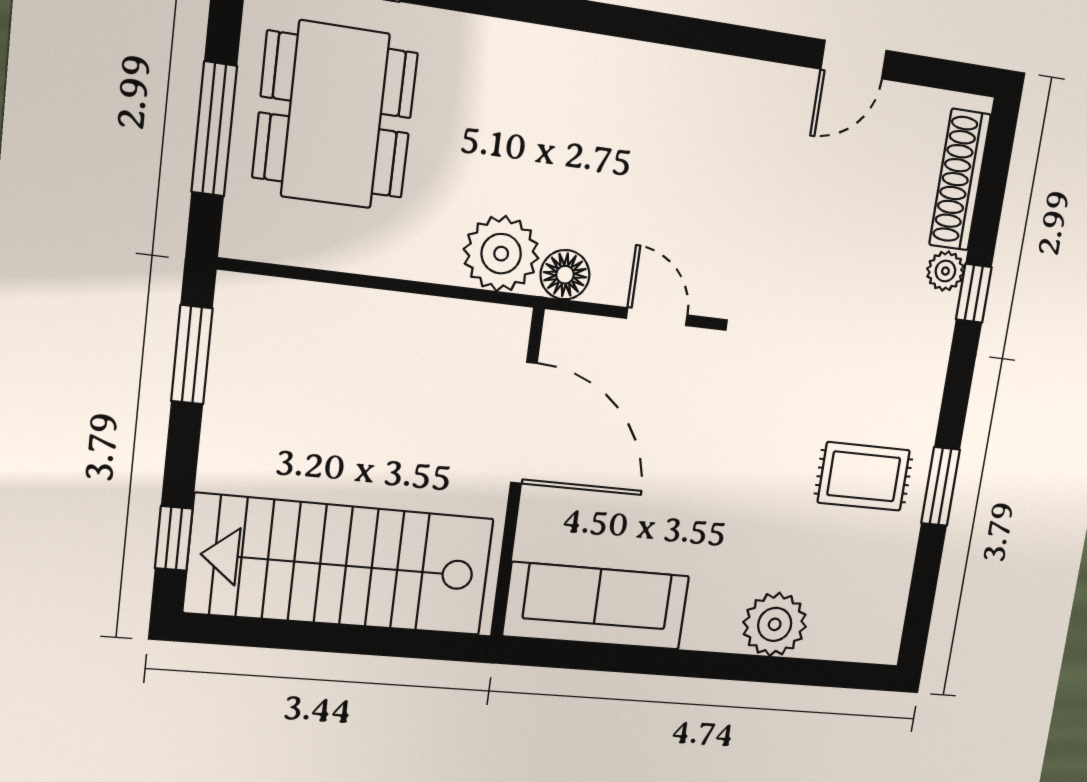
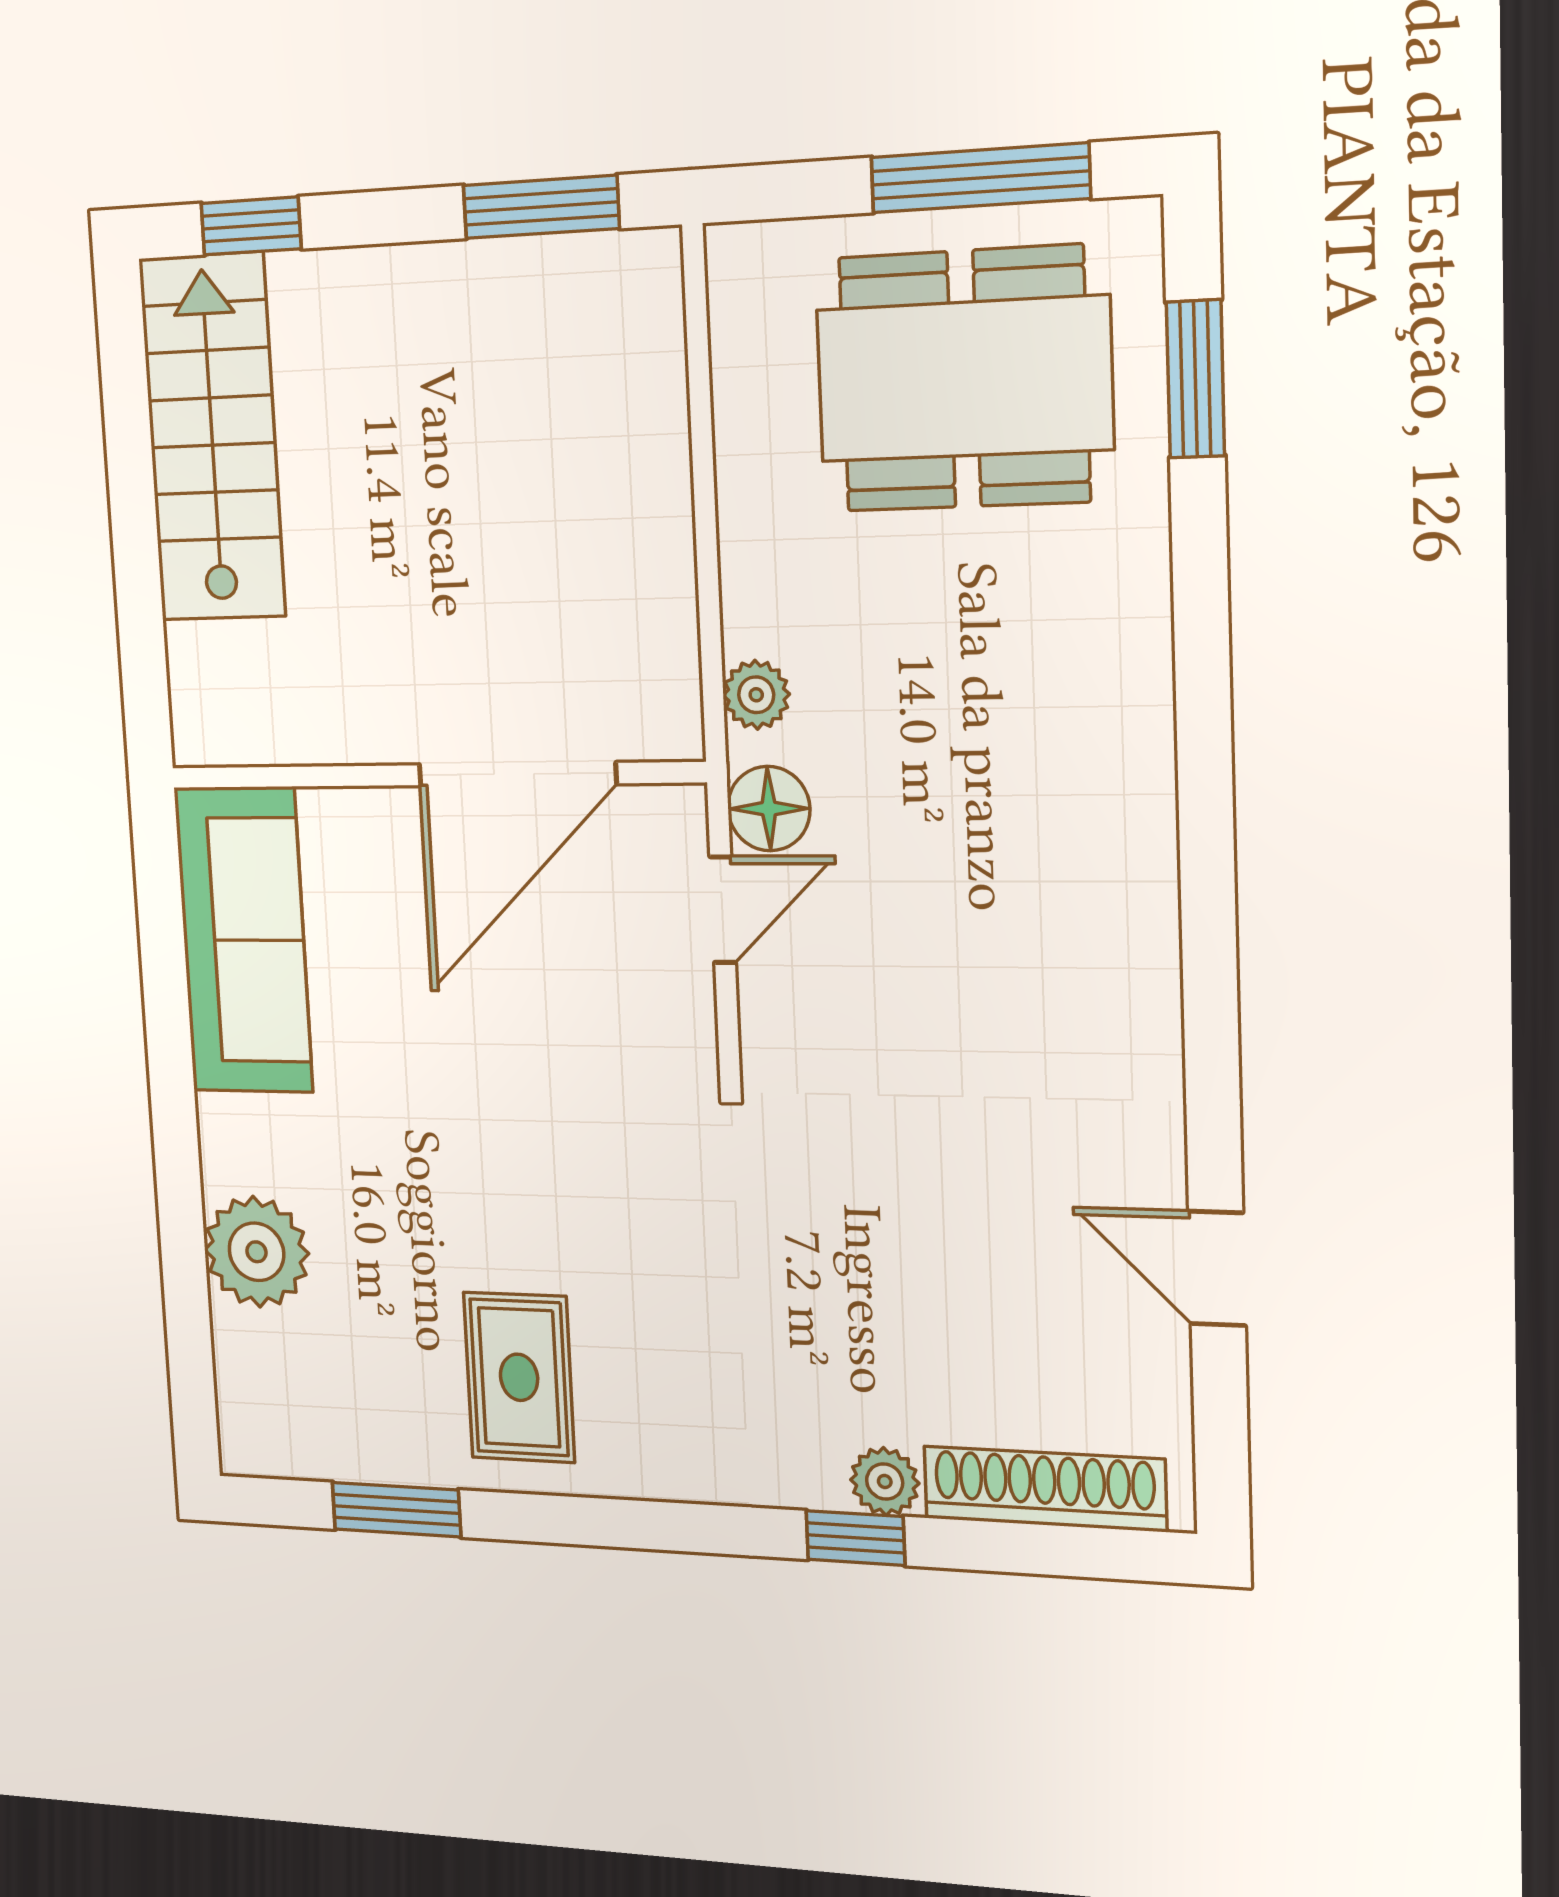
window: (214, 129) -> (980, 178), moved
plant: (501, 254) -> (756, 695), width x0.53, depth x0.53
door: (657, 317) -> (723, 910), moved
window: (941, 486) -> (396, 1510), moved
stairs: (340, 565) -> (212, 438), width x0.73, depth x0.66

